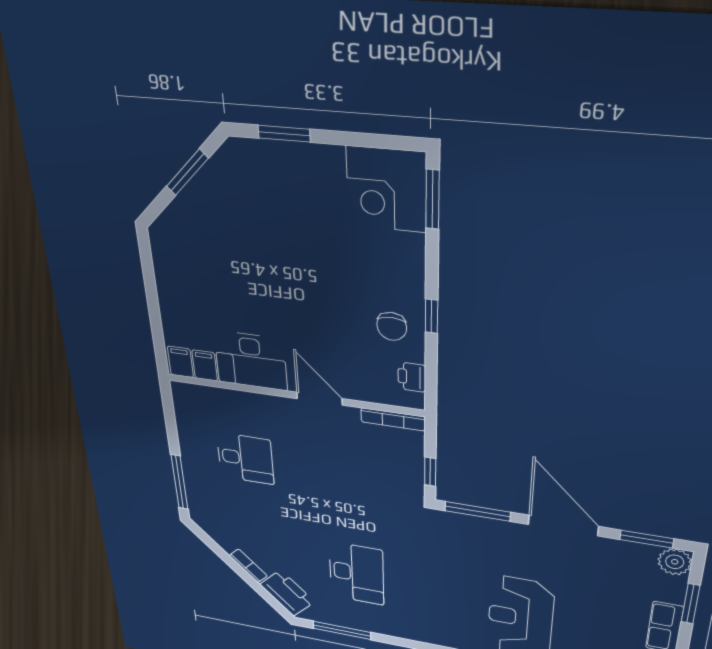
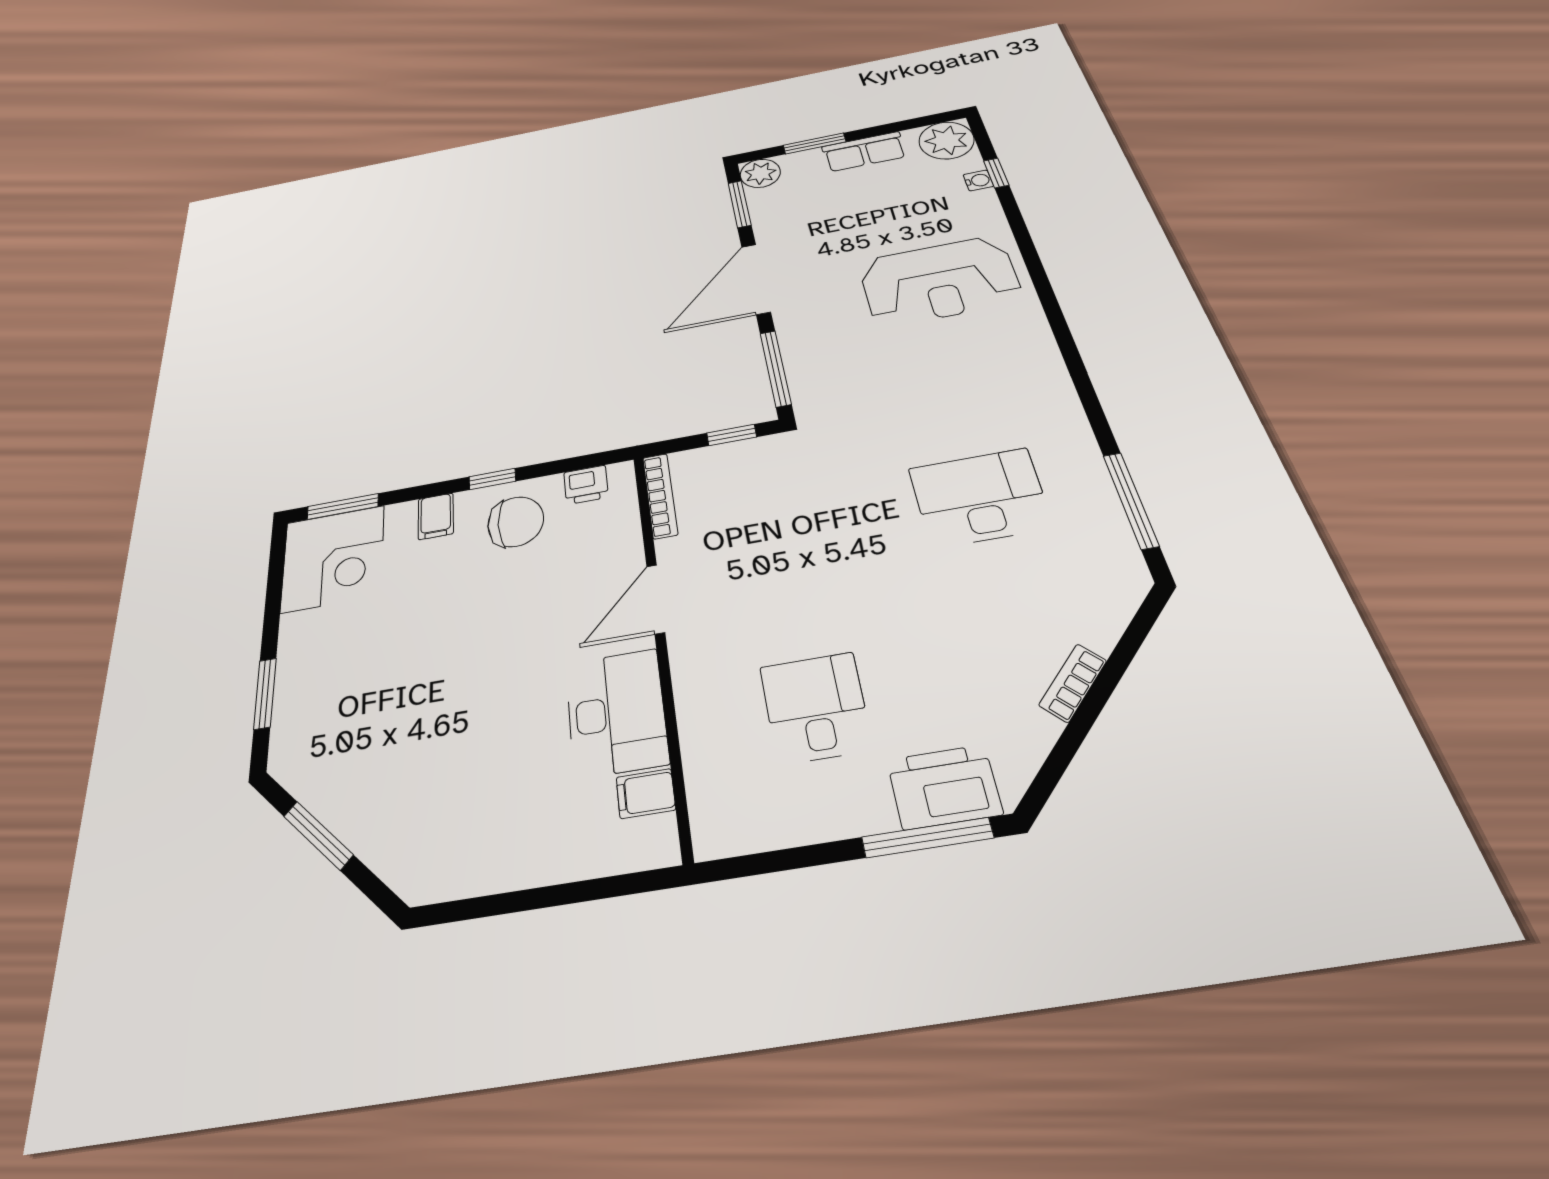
chair: (392, 326) -> (516, 522), width x1.37, depth x1.37
filing cabinet: (180, 362) -> (436, 516), moved, turned -90
printer: (287, 593) -> (944, 787), moved, turned 45

